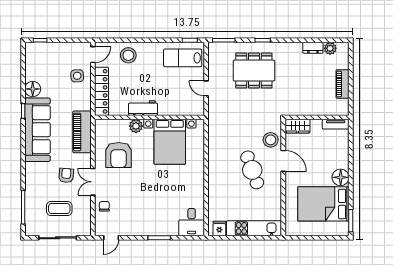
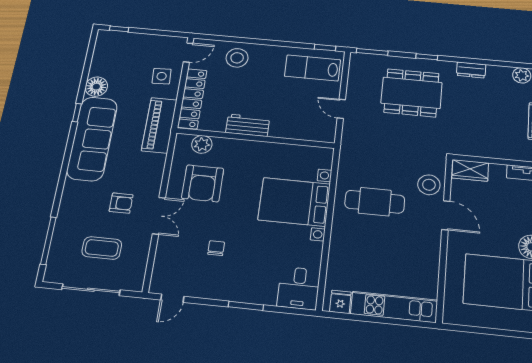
dresser: (313, 48) -> (471, 70), moved
plant: (136, 126) -> (202, 144), moved
piano: (82, 132) -> (159, 125), moved
bed with nightstands: (170, 142) -> (294, 202), moved, turned 90
cafe table: (252, 170) -> (375, 202), moved, turned -70
armchair: (66, 175) -> (121, 203), turned 85
double door: (93, 182) -> (159, 216), swing flipped
chair: (104, 206) -> (216, 248), moved

